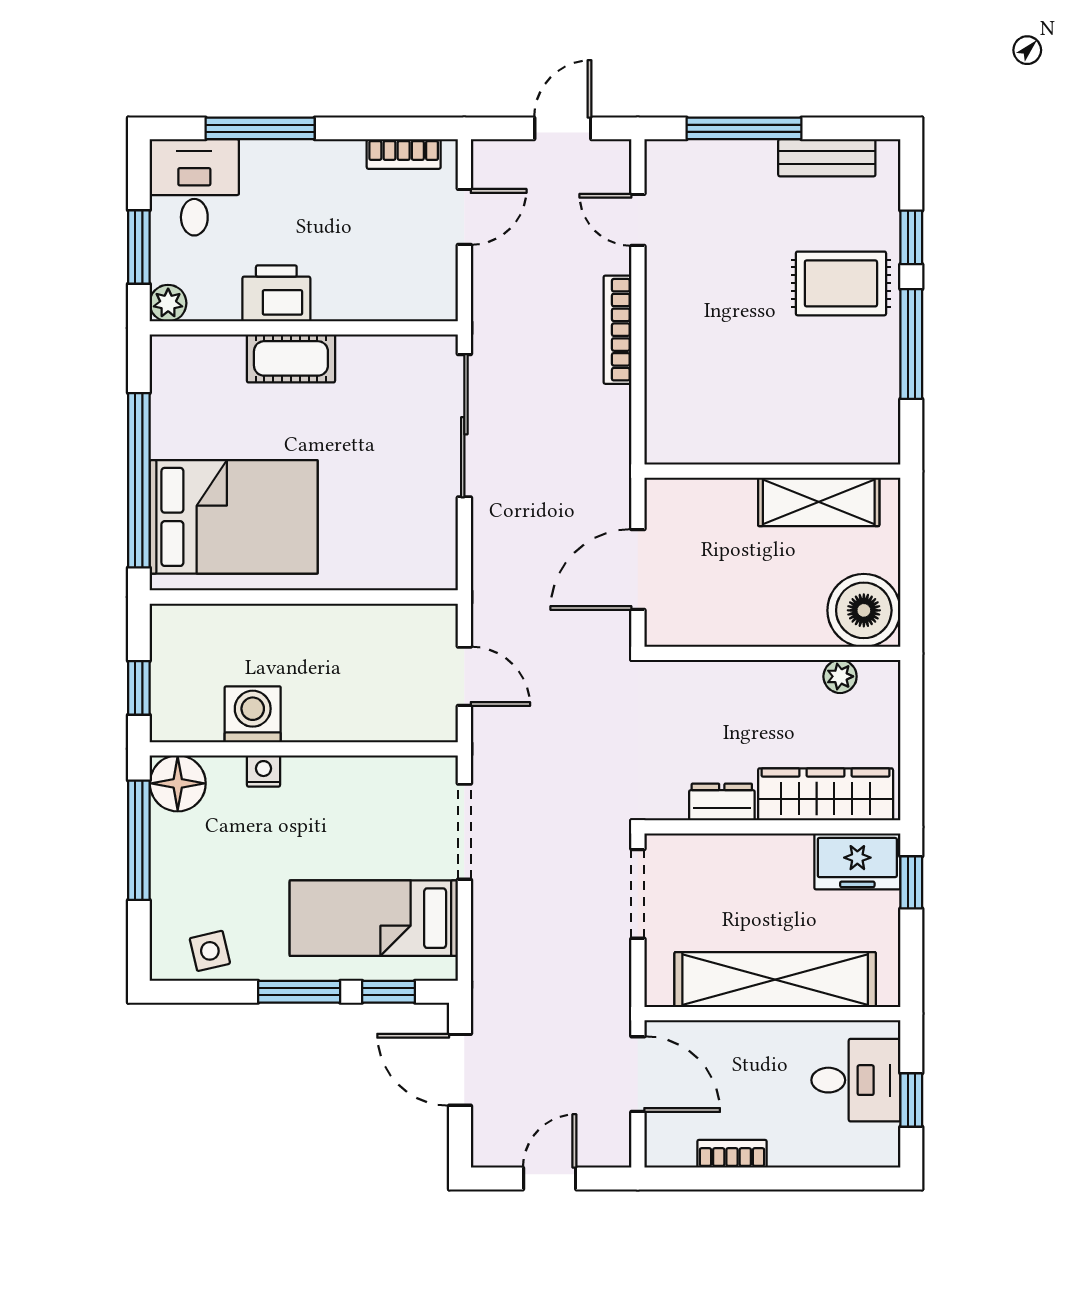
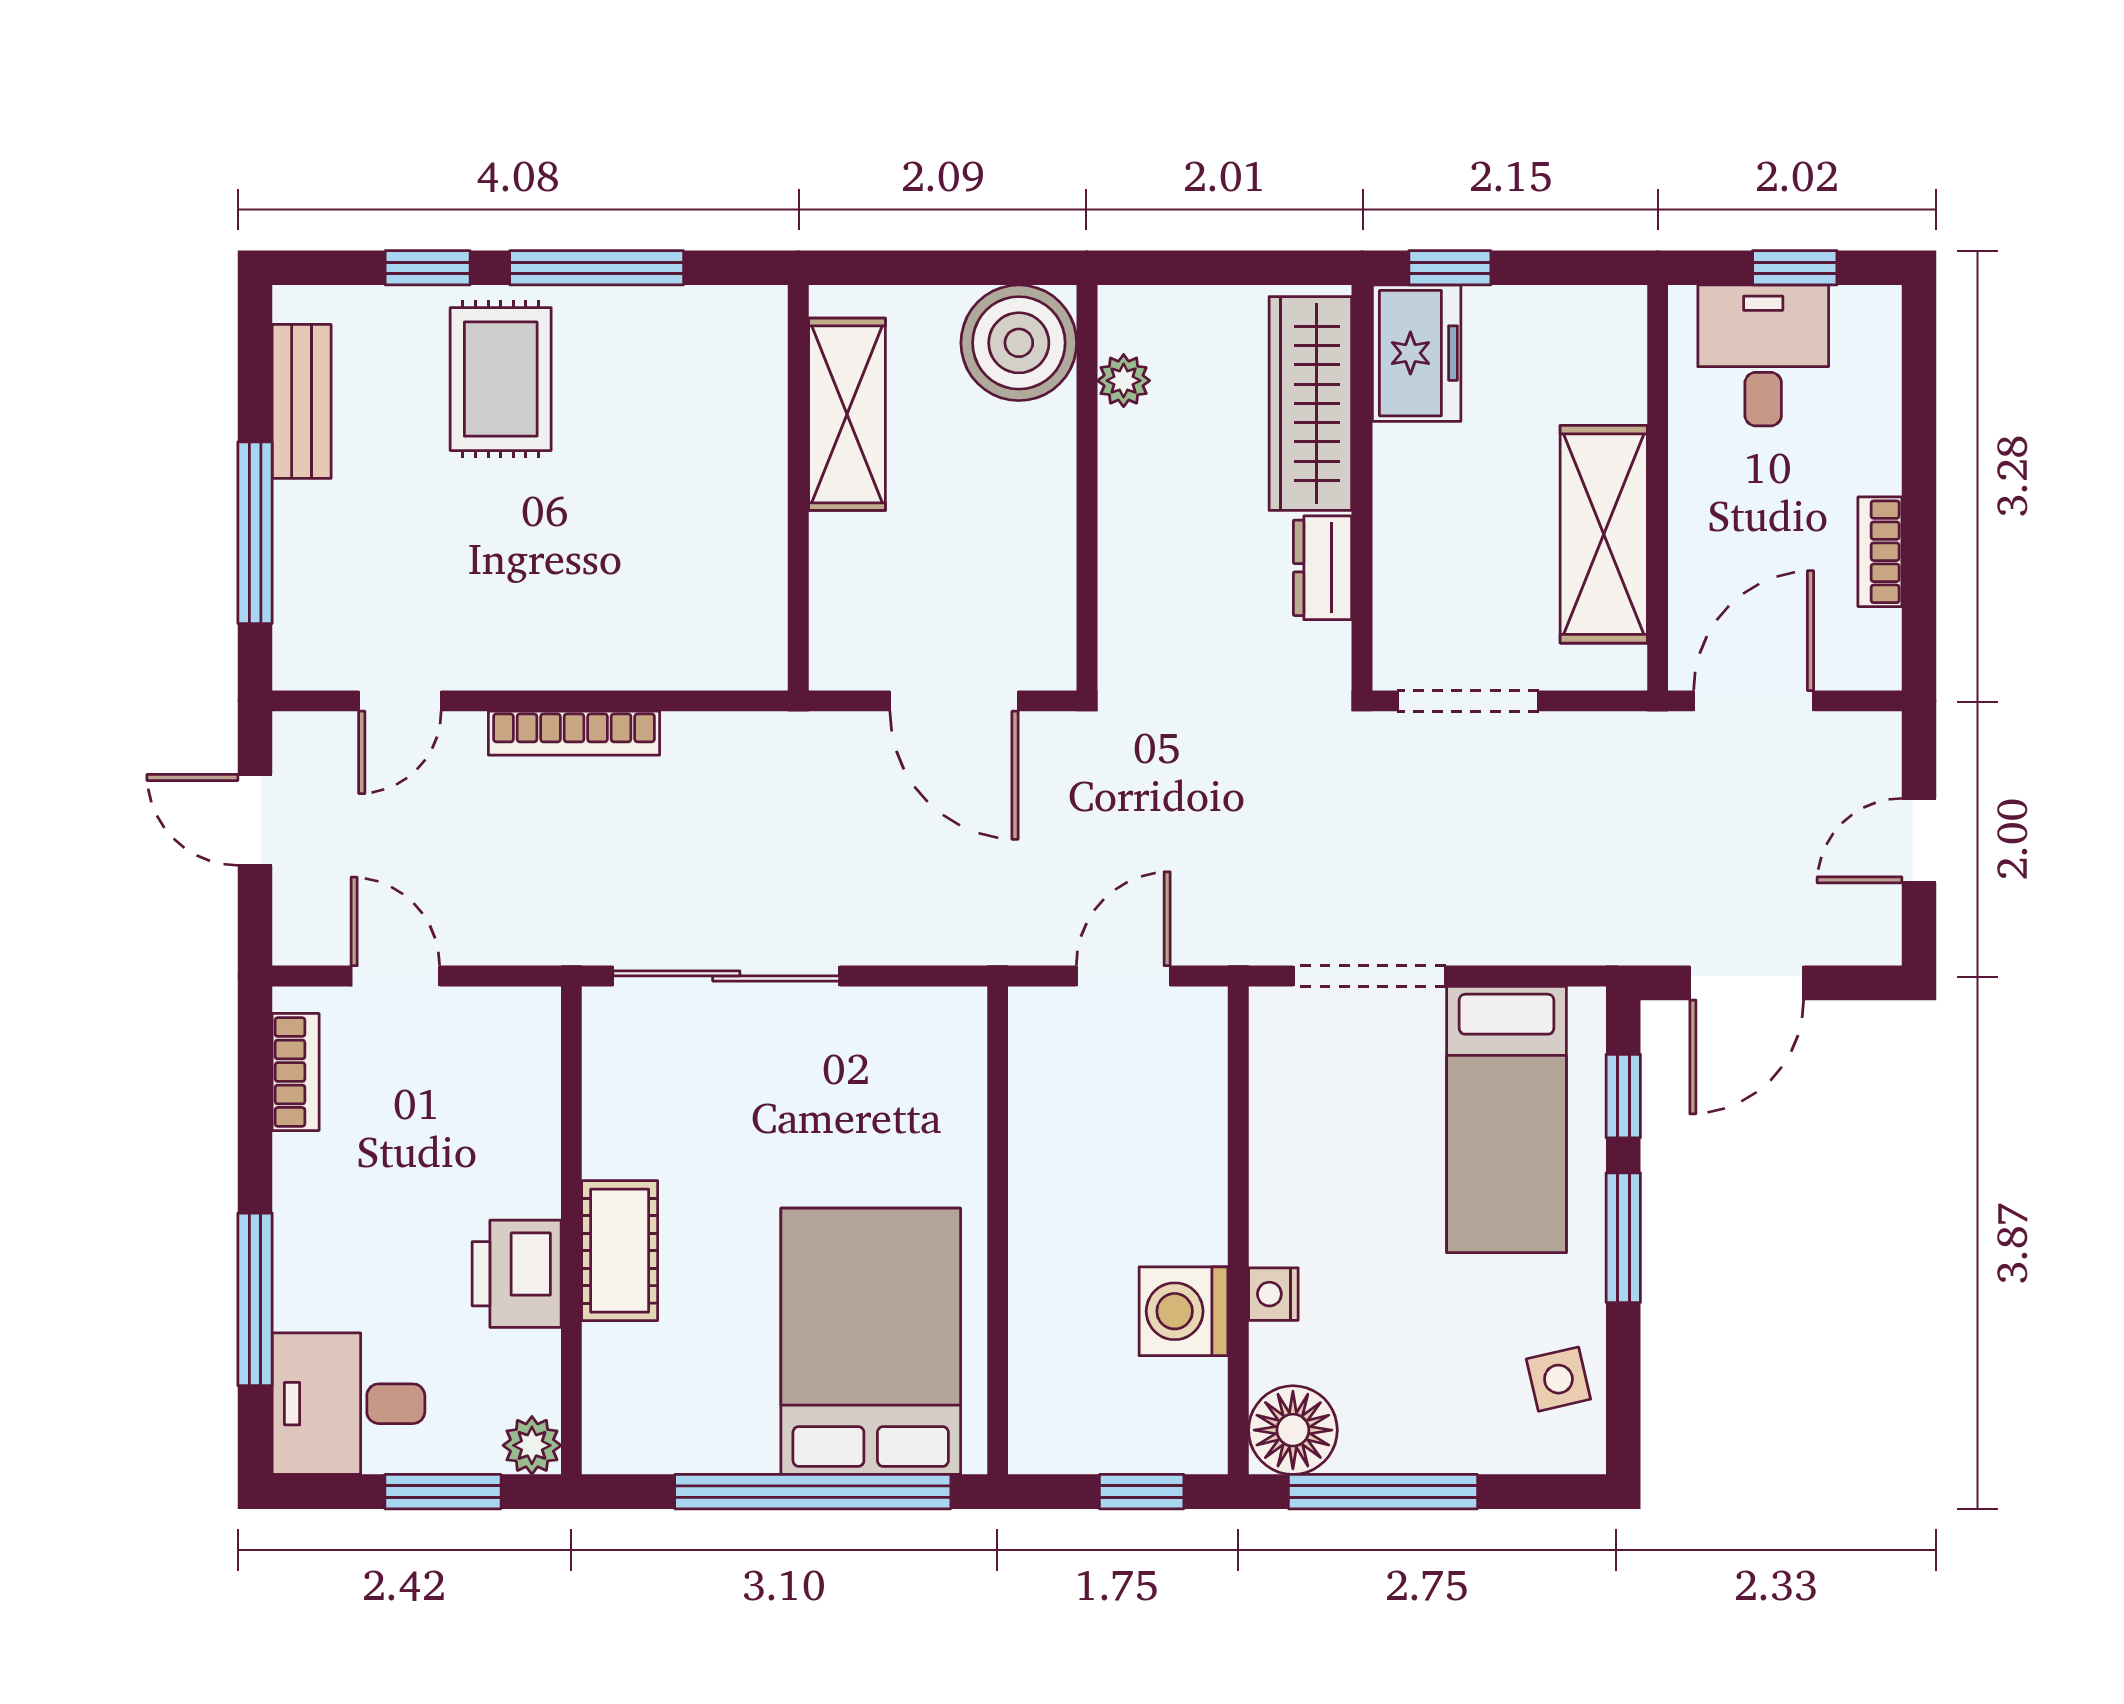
shelving: (775, 980) -> (1604, 534), width x0.68
door: (550, 1178) -> (1919, 841), hinge flipped

